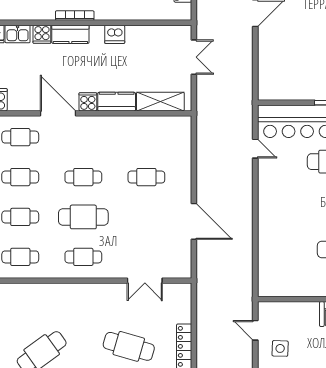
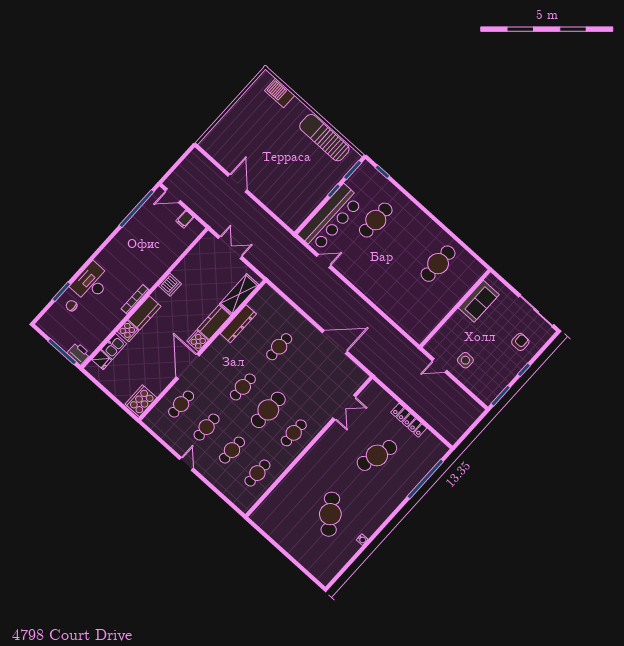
door: (58, 113) -> (188, 366), hinge flipped
dresser: (134, 124) -> (238, 324), added

